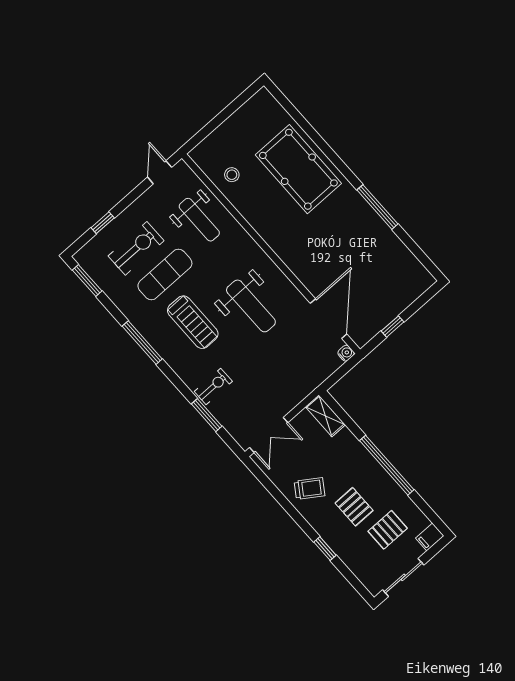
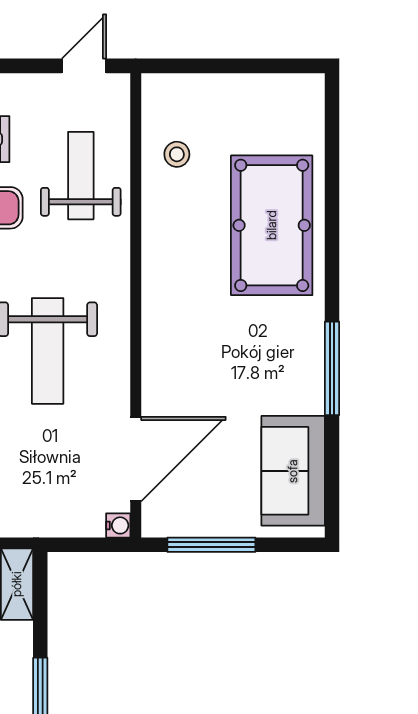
weight bench: (199, 220) -> (81, 176), turned 180
sofa: (399, 265) -> (293, 471), added
window: (393, 326) -> (211, 545), width x2.17

